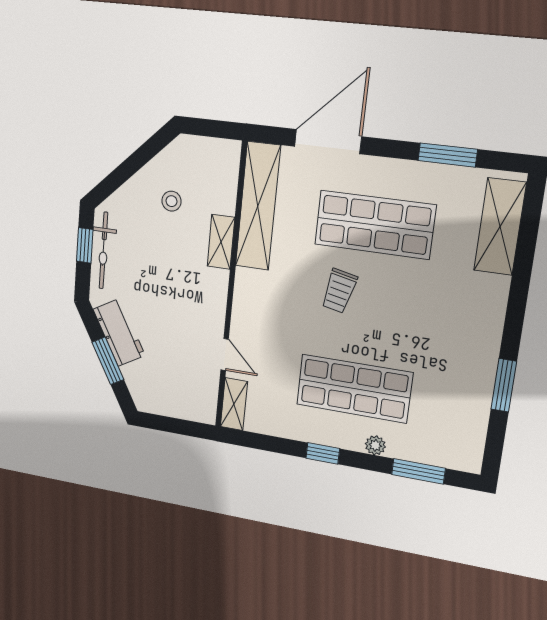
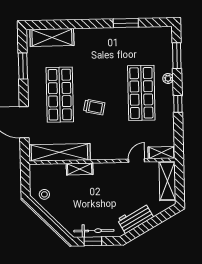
stool: (171, 201) -> (44, 194), moved
window: (108, 361) -> (152, 223), removed
shelving: (180, 404) -> (167, 181), added

